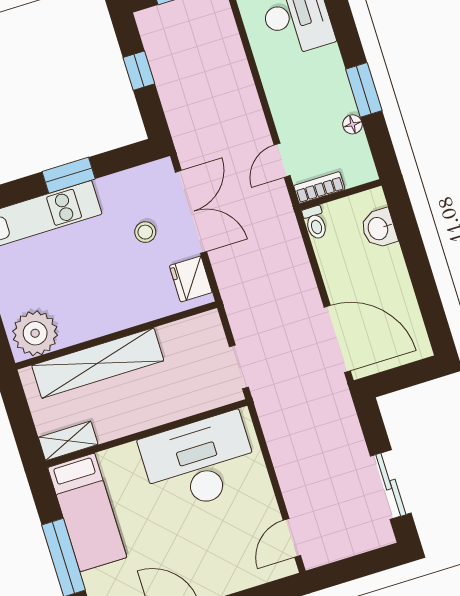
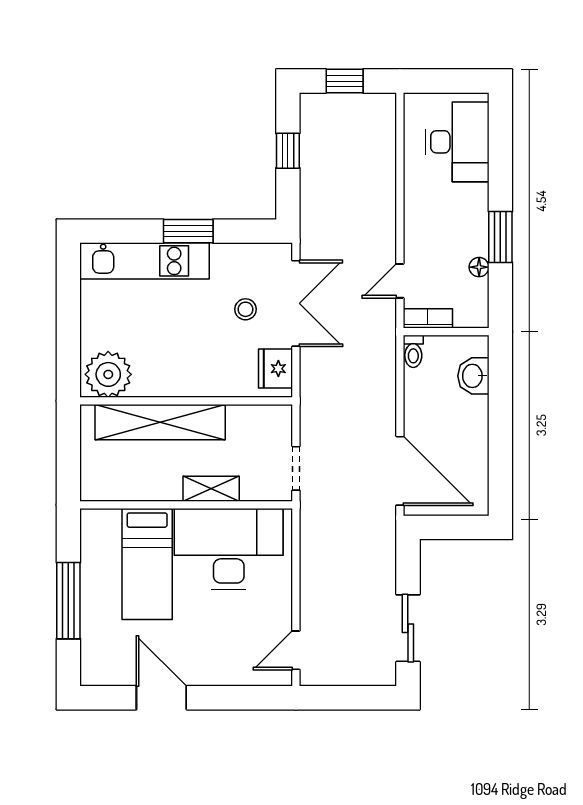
shelving: (68, 441) -> (211, 489), moved
bed: (87, 512) -> (147, 564), moved

